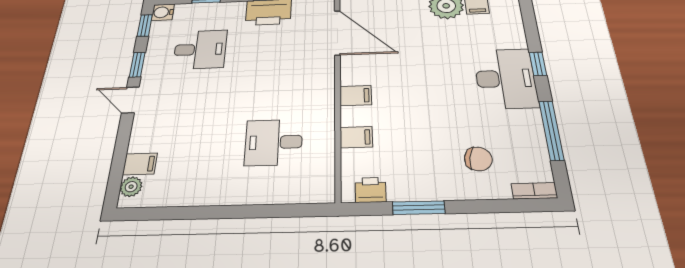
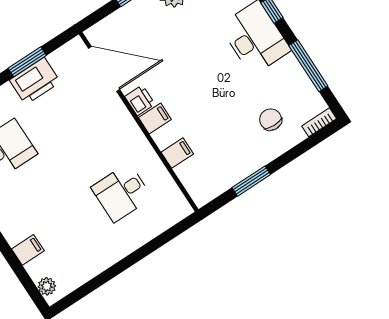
chair: (478, 159) -> (271, 120), turned -98
filing cabinet: (140, 164) -> (28, 250), moved
printer: (371, 190) -> (140, 100), moved, turned 90

